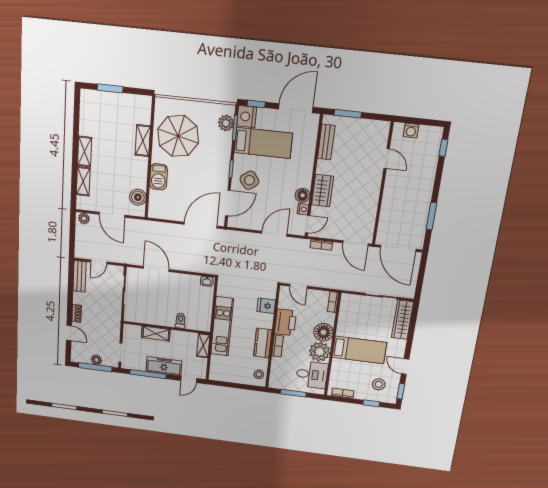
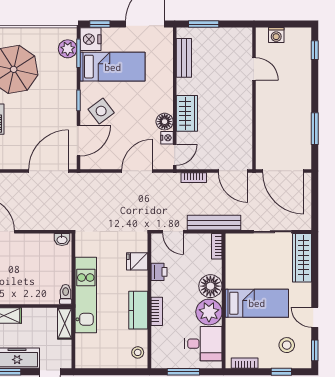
bench: (333, 283) -> (214, 223), added
toilet: (181, 321) -> (66, 294), moved
printer: (285, 322) -> (159, 272), width x0.53, depth x0.68

